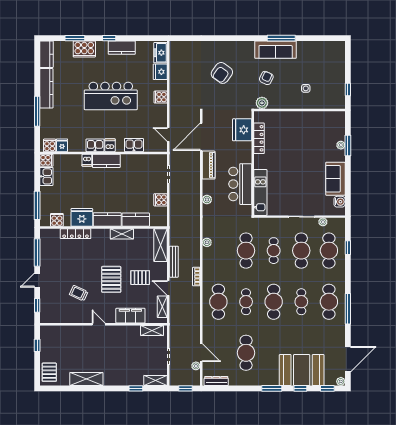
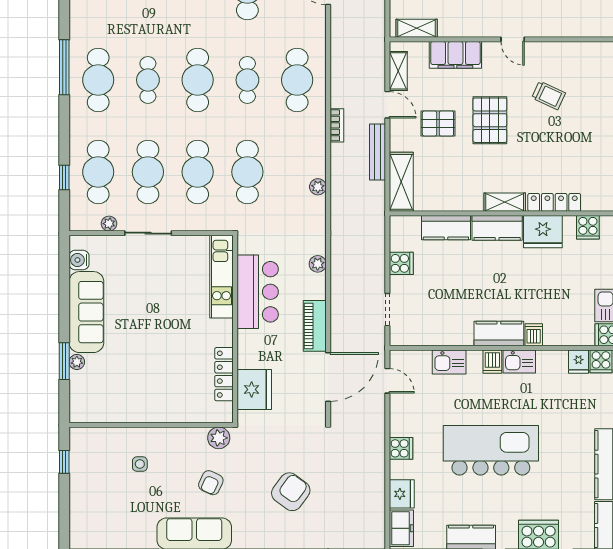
sofa: (335, 179) -> (86, 312), width x1.36
shelving: (122, 234) -> (505, 202), moved
cafe table: (274, 251) -> (198, 172), width x1.37, depth x1.35

